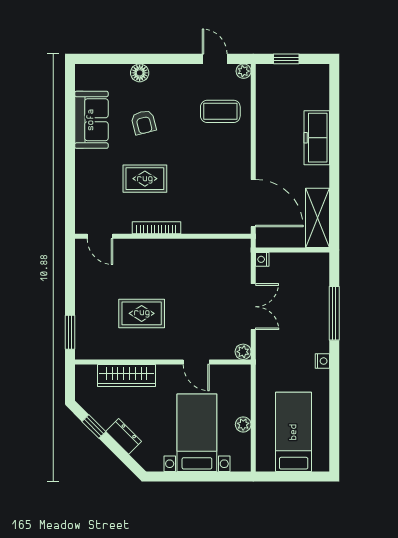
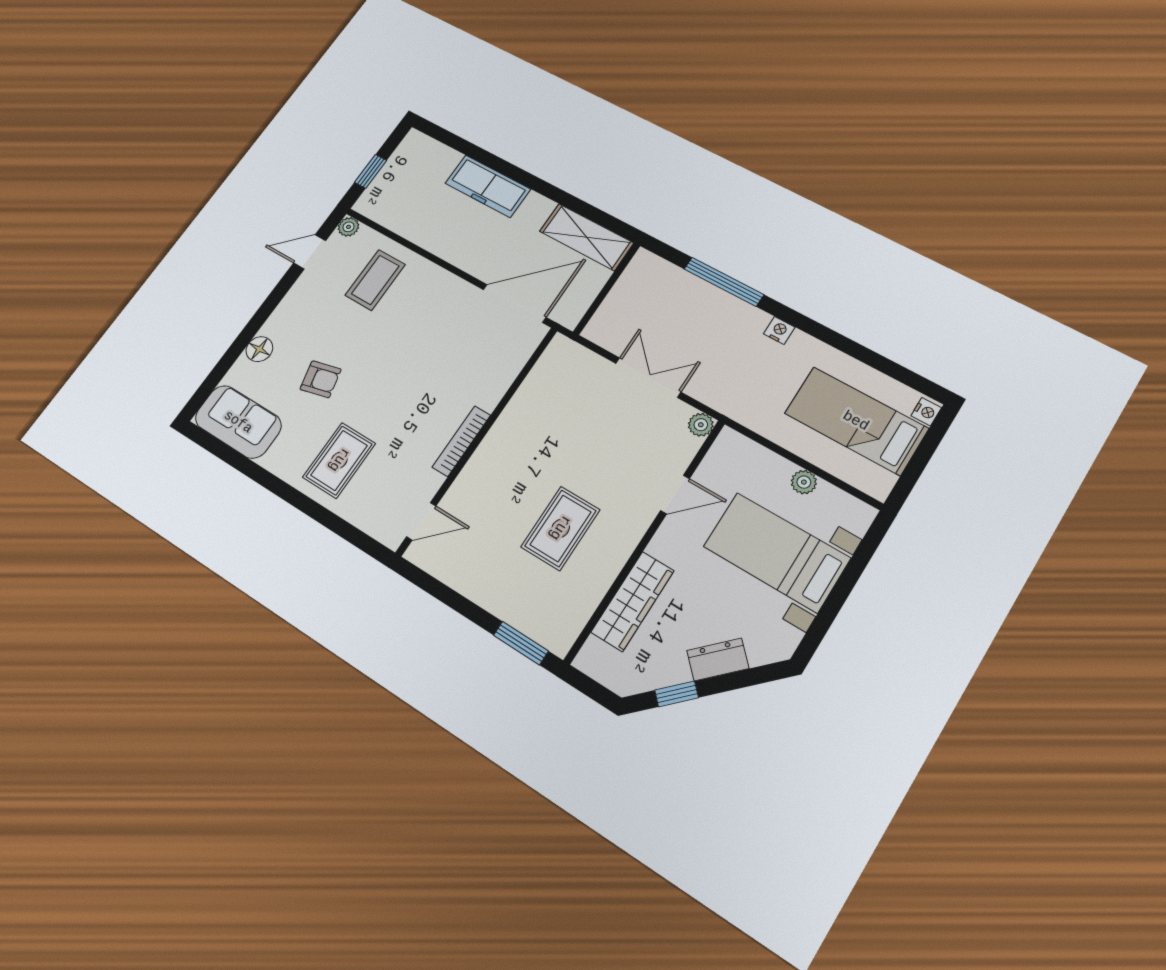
sofa: (91, 120) -> (238, 422), moved
rug: (145, 179) -> (339, 460), moved
nightstand: (262, 259) -> (926, 412), moved, turned -90

